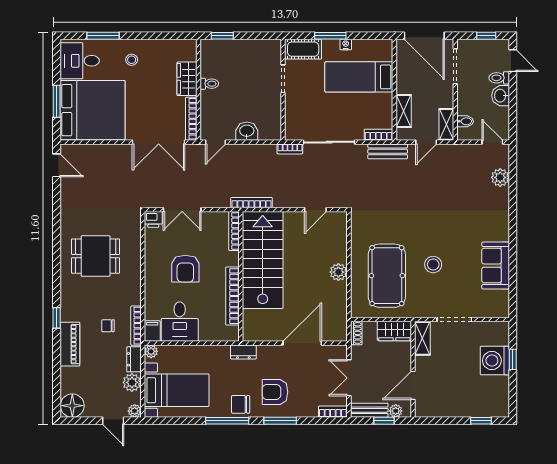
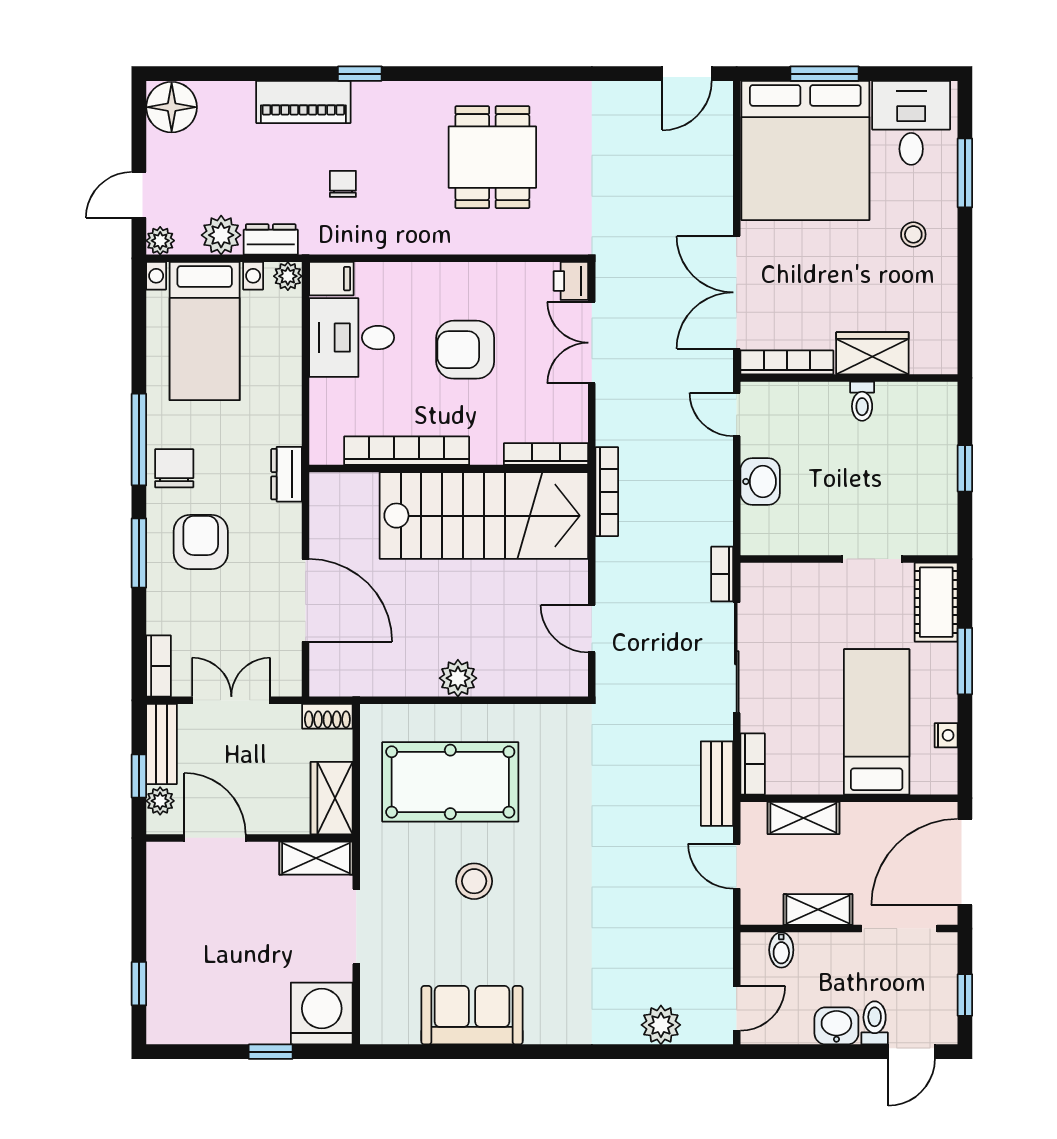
window: (222, 36) -> (965, 468), moved
nightstand: (346, 44) -> (946, 735), moved
shelving: (446, 124) -> (818, 909), moved
bookcase: (136, 326) -> (343, 244), removed
washing machine: (495, 361) -> (322, 1014), moved

